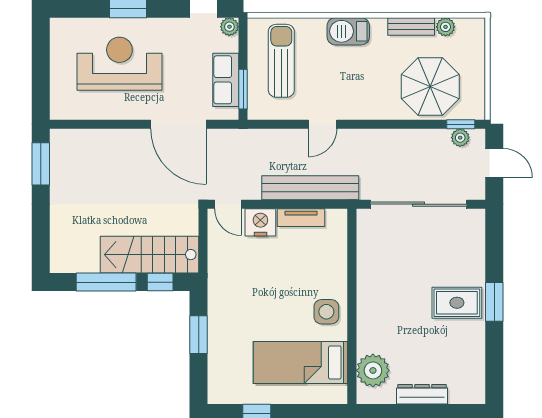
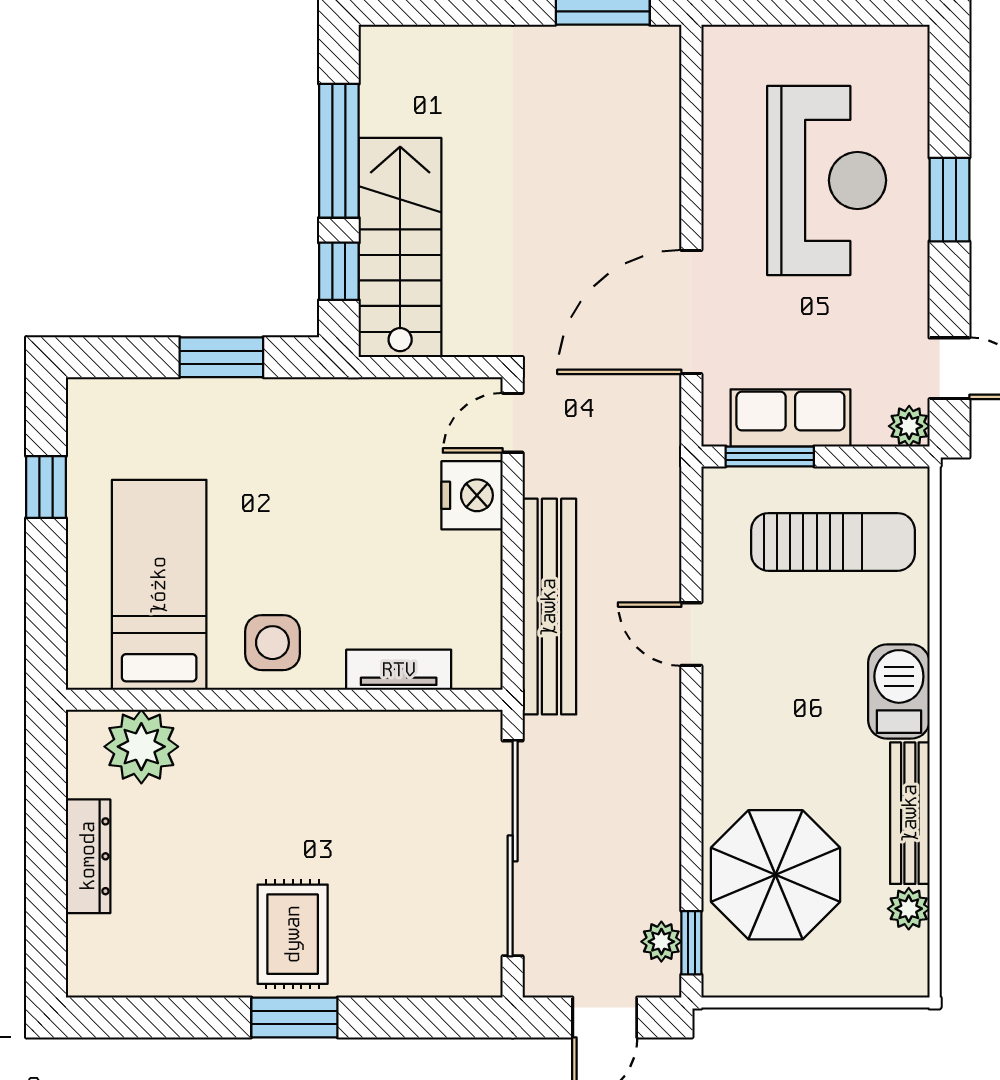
bench: (411, 26) -> (910, 813), width x1.36
tv unit: (301, 218) -> (399, 670), moved, turned 90

